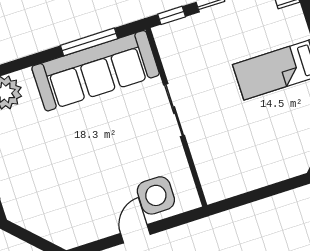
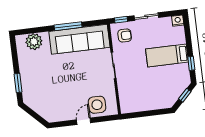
window: (89, 42) -> (68, 26), moved
armchair: (185, 46) -> (125, 35), added

